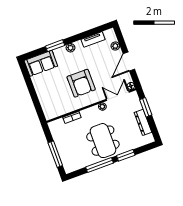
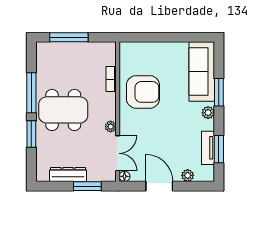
window: (91, 32) -> (219, 149), added
sofa: (41, 63) -> (202, 72), width x1.36
armchair: (81, 83) -> (143, 92), moved, turned 180

